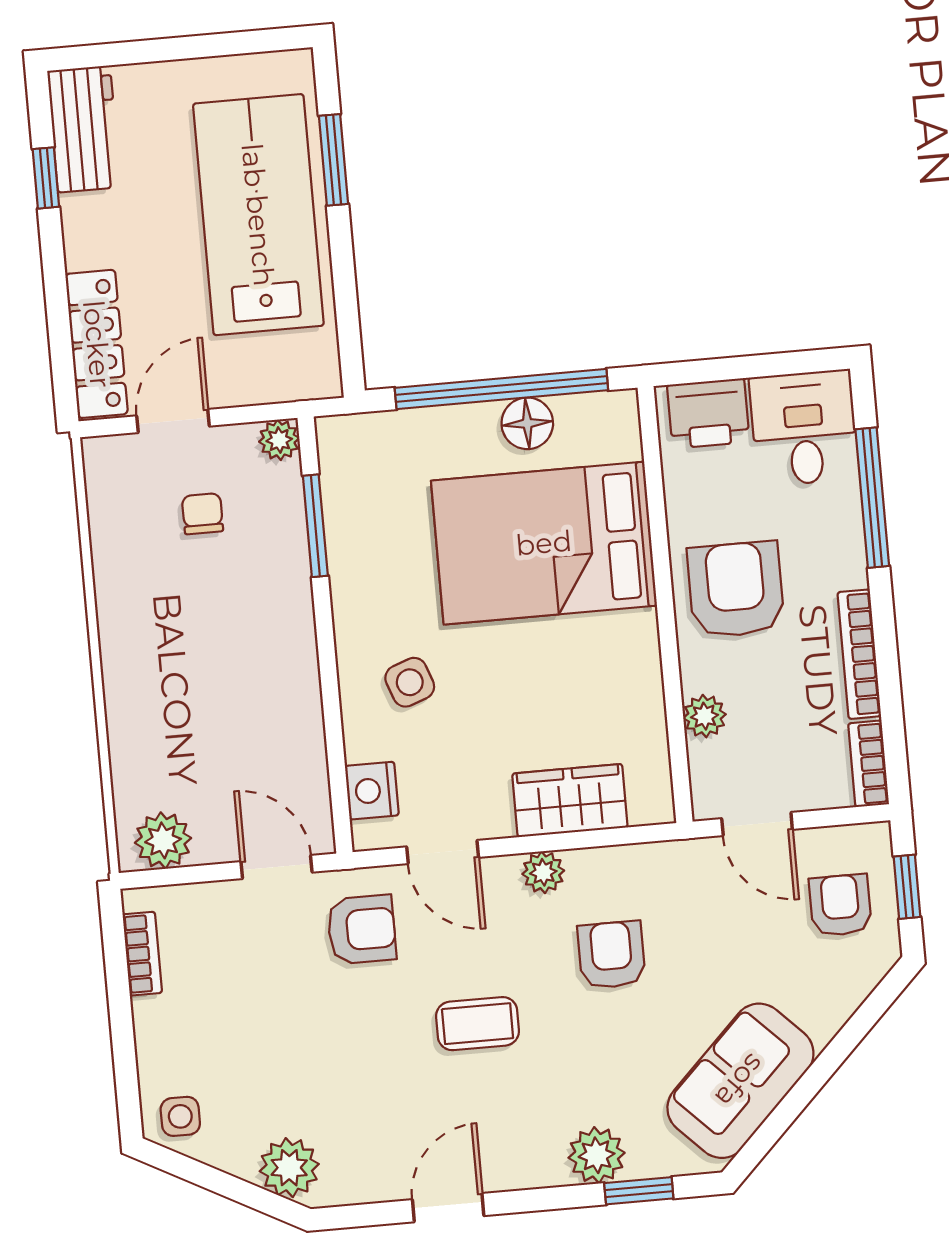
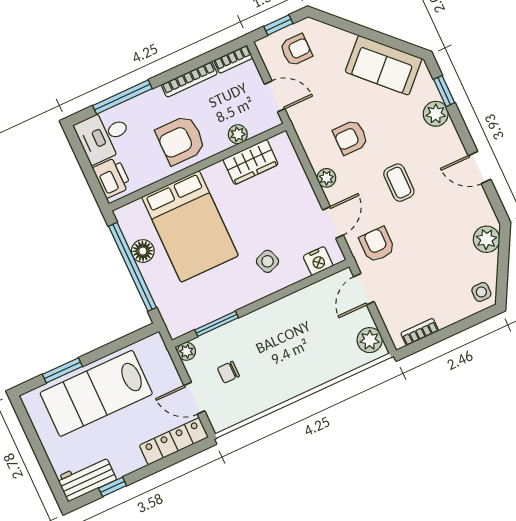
wardrobe: (570, 801) -> (251, 162), moved, turned -90
door: (757, 824) -> (275, 96), hinge flipped
armchair: (840, 905) -> (296, 50), turned 180

